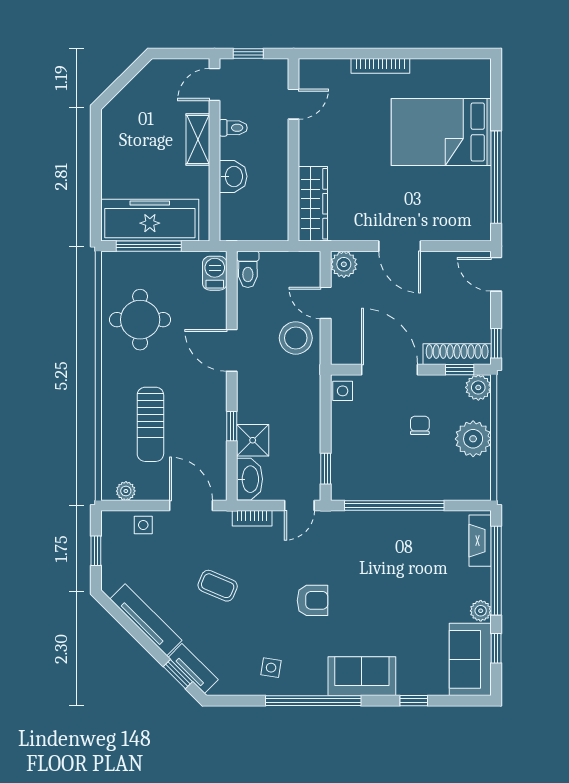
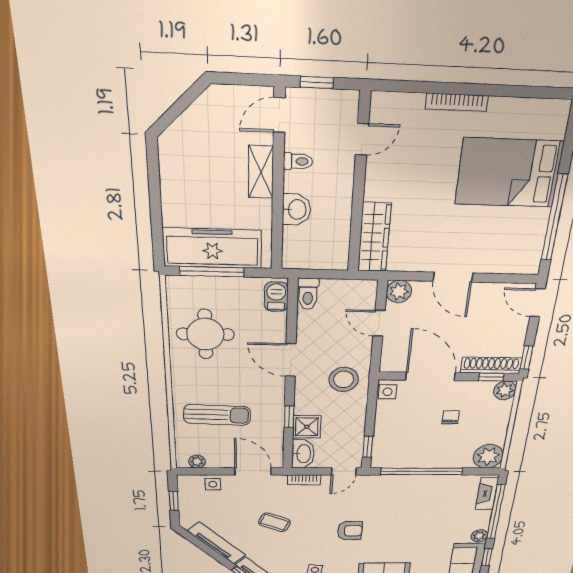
stool: (296, 338) -> (344, 379), moved
sun lounger: (150, 424) -> (217, 415), turned -88
plant: (473, 439) -> (488, 456), moved

